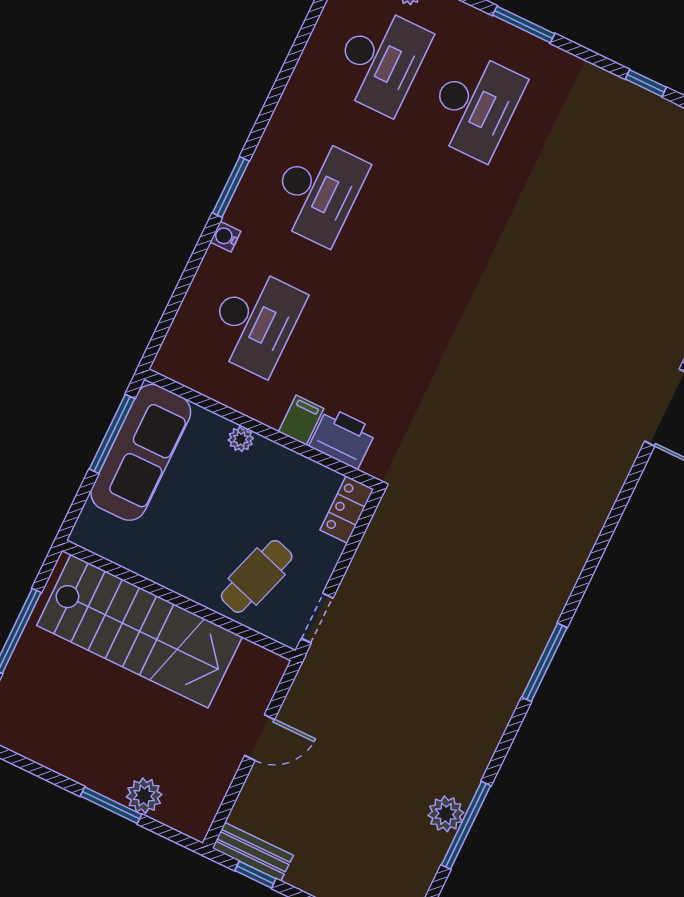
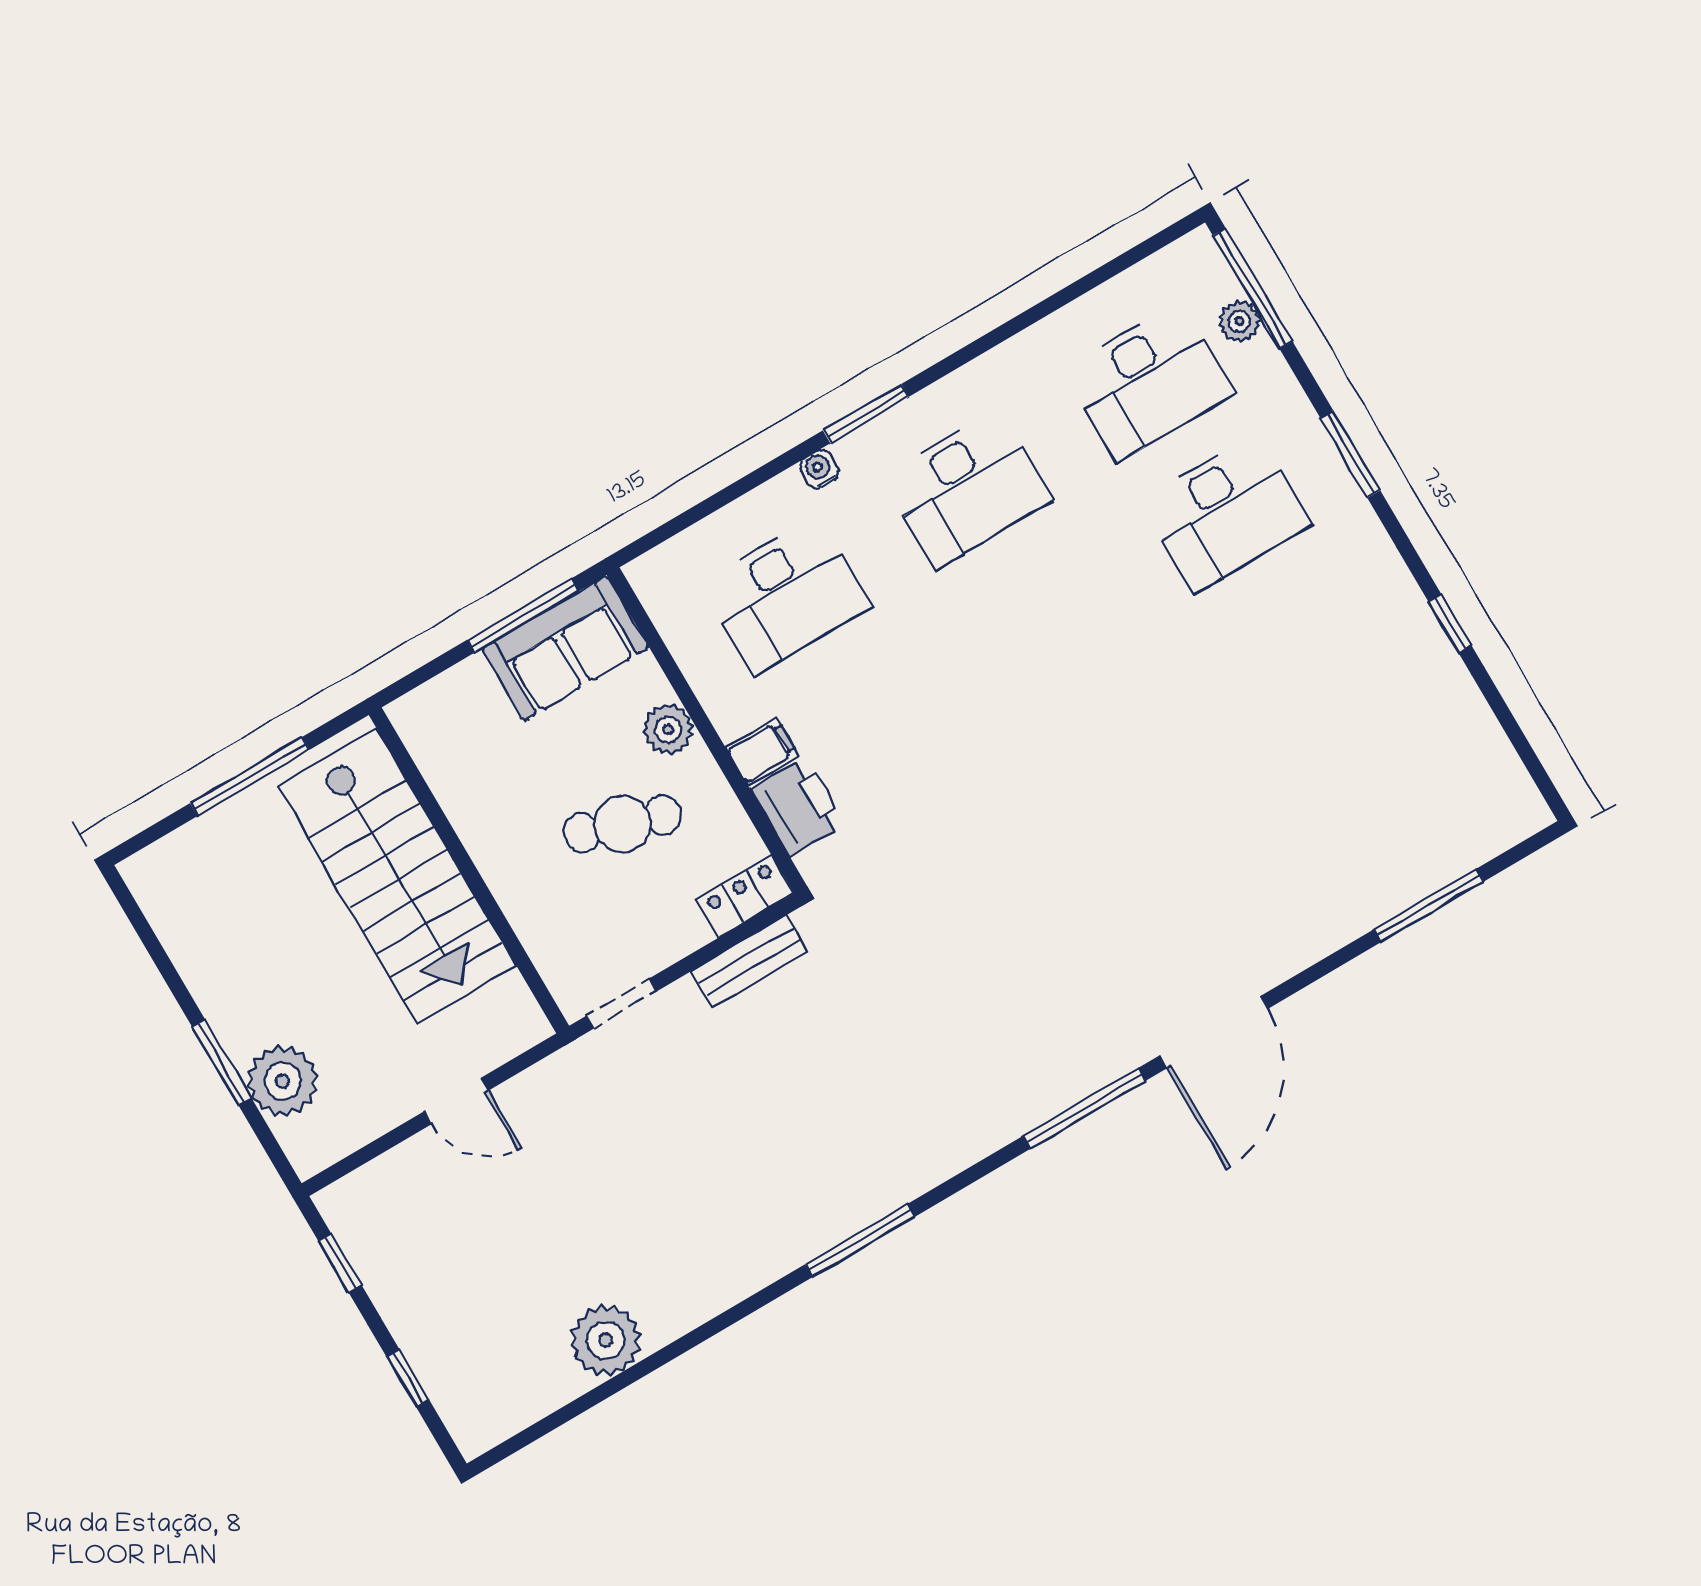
plant: (241, 439) -> (668, 729), width x1.38, depth x1.38
sofa: (141, 452) -> (565, 648), width x0.73
cafe table: (257, 576) -> (622, 824), moved
plant: (144, 796) -> (283, 1081), width x1.36, depth x1.36
plant: (446, 814) -> (606, 1340), width x1.36, depth x1.36
window: (466, 825) -> (1084, 1108), moved
bench: (253, 852) -> (749, 962), moved, turned 90

